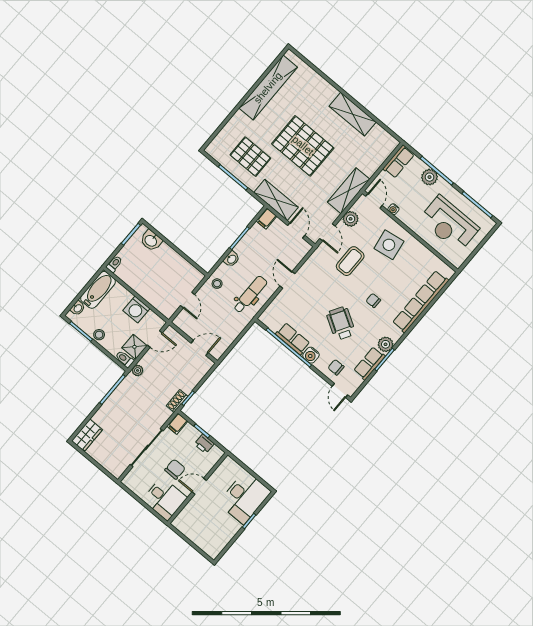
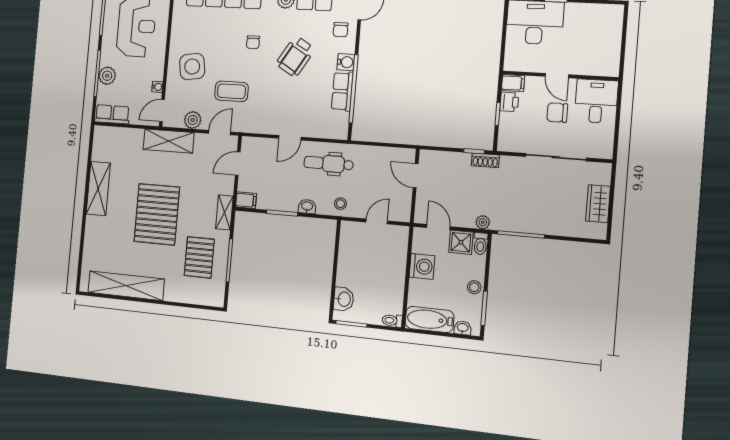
shelving: (276, 200) -> (224, 212), width x0.67, depth x0.75
filing cabinet: (177, 424) -> (513, 83), moved
wardrobe: (87, 435) -> (598, 204), moved, turned -90

